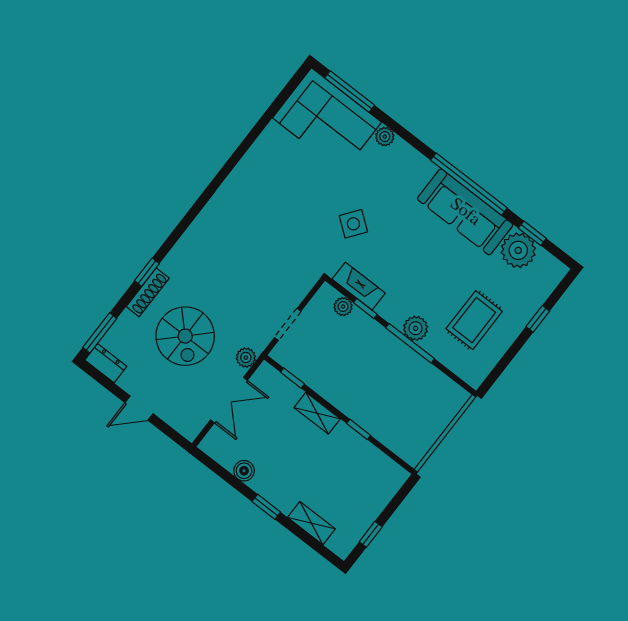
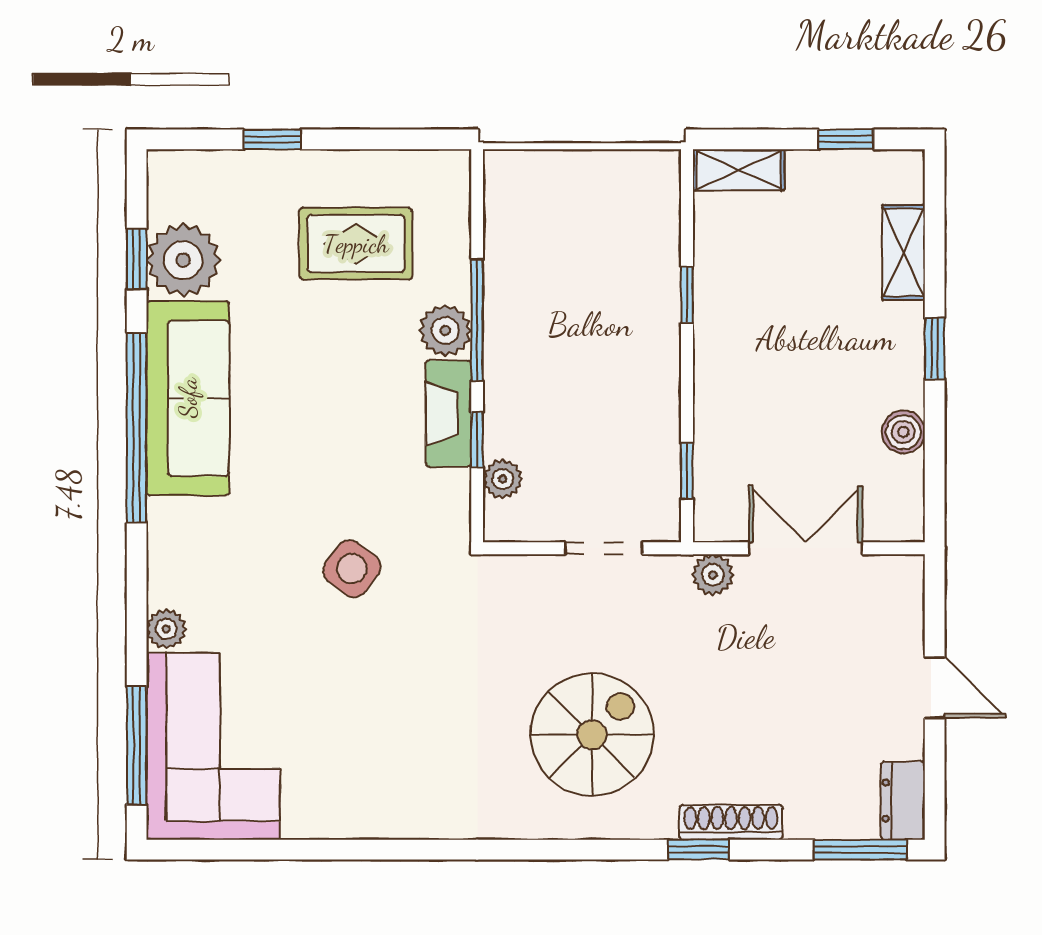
fireplace: (359, 286) -> (449, 414), moved
spiral stairs: (185, 336) -> (592, 735), moved
shelving: (317, 413) -> (739, 170), moved, turned 90

